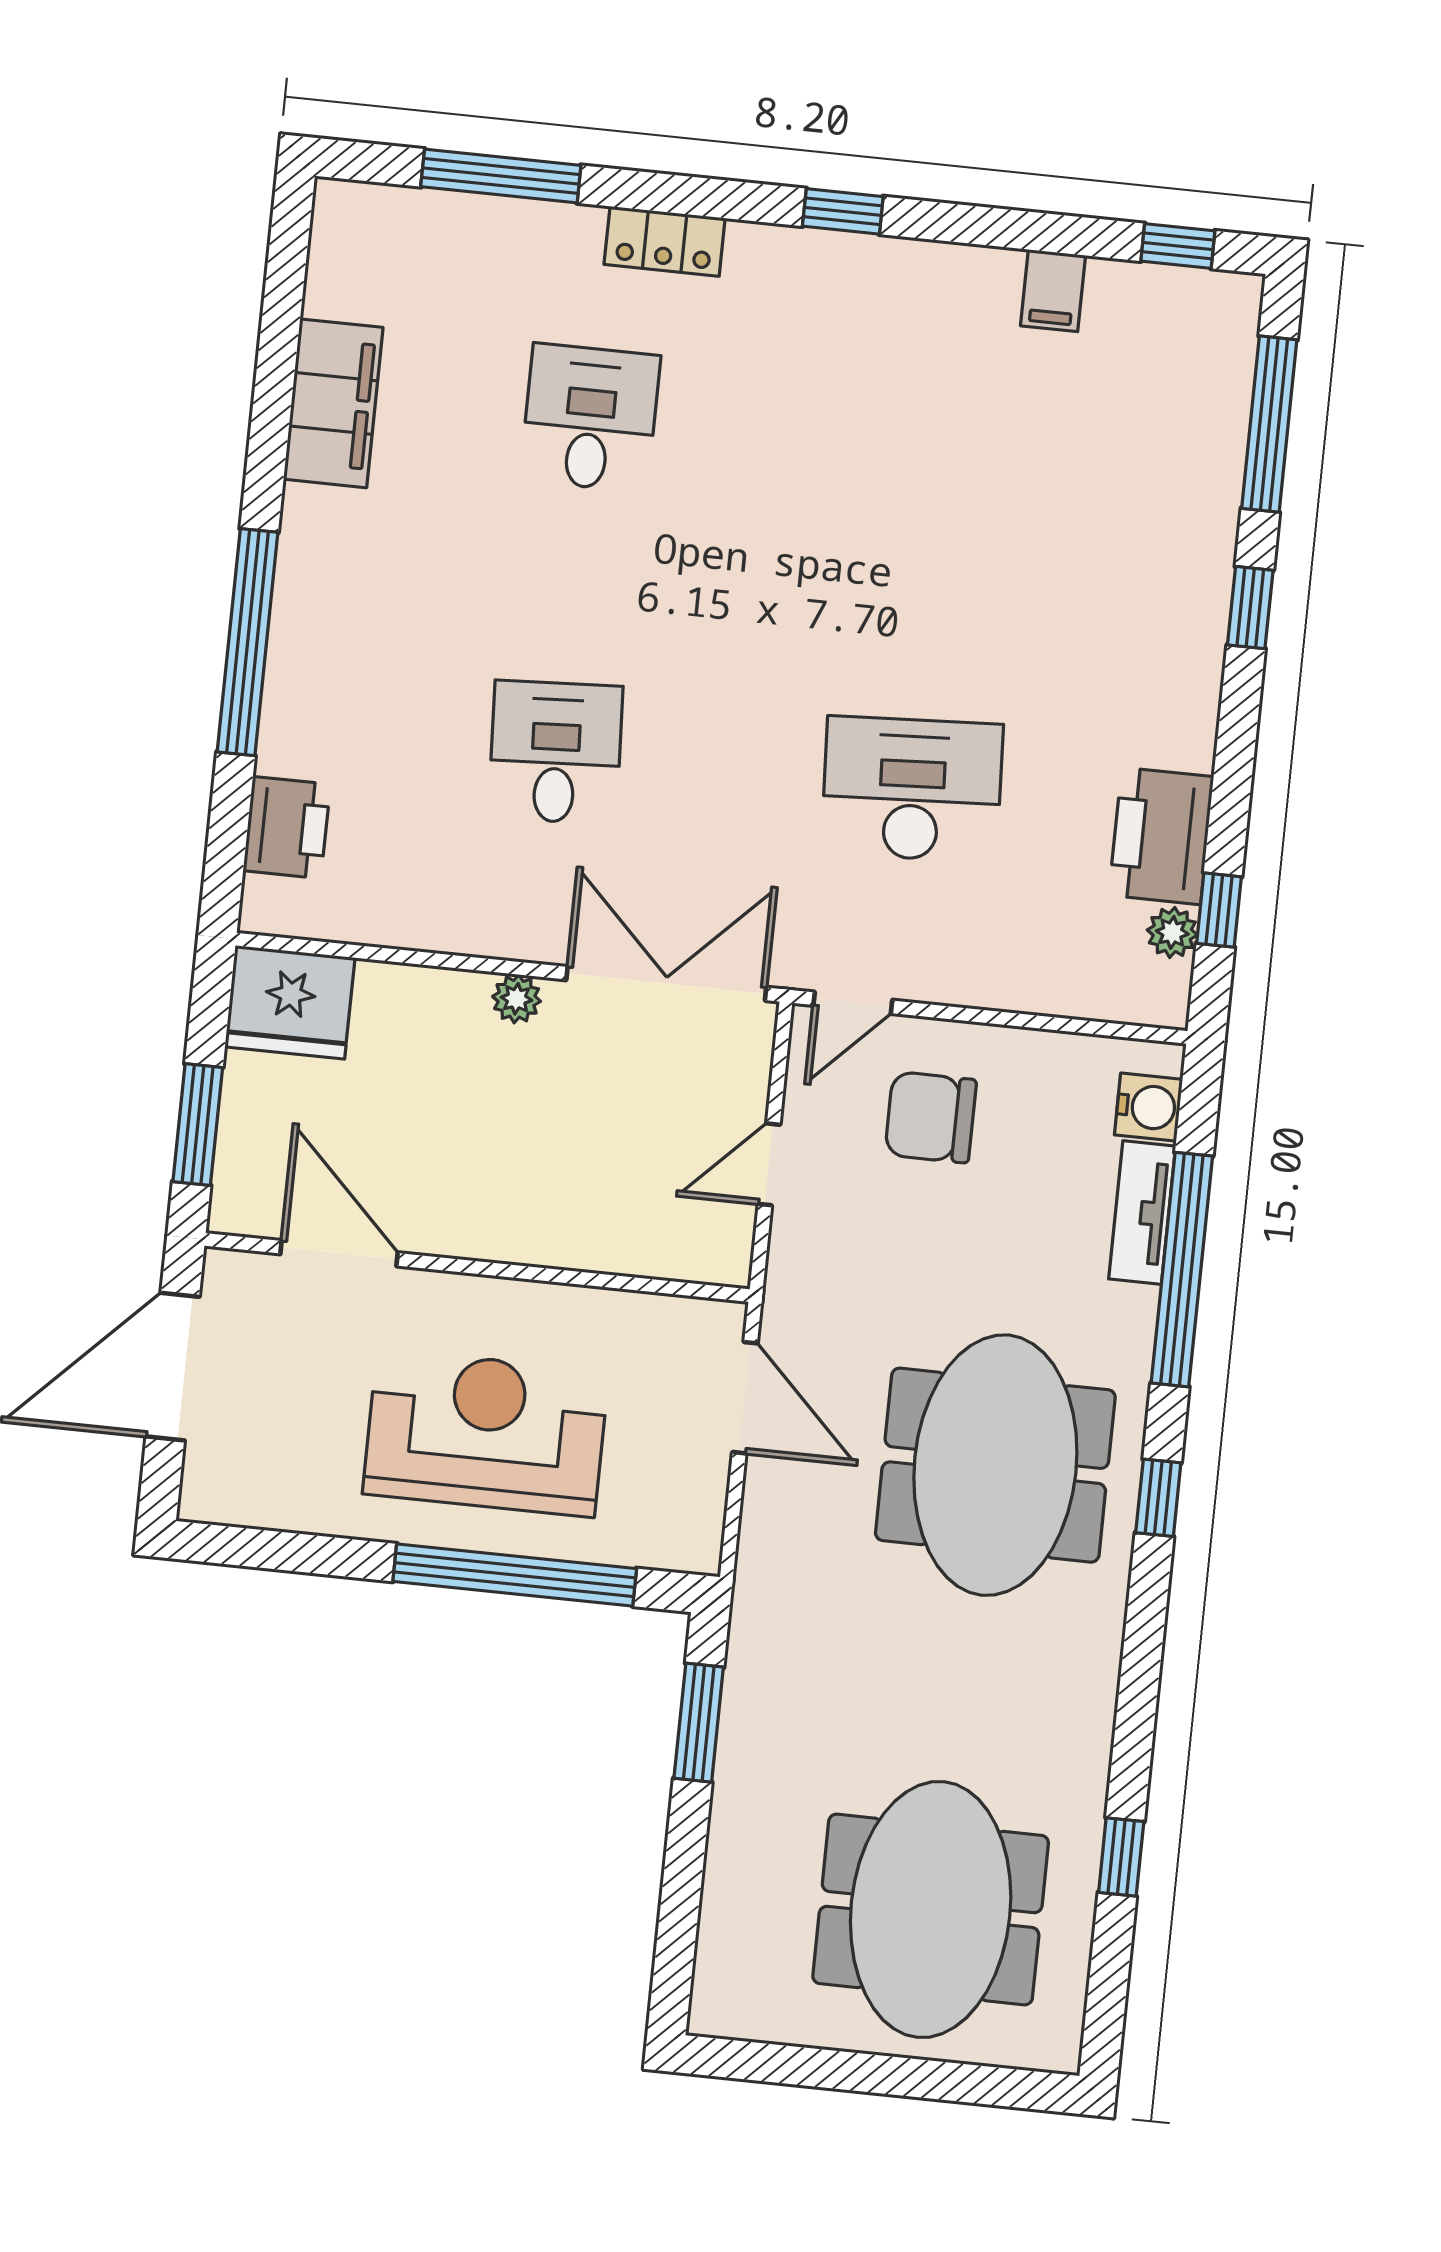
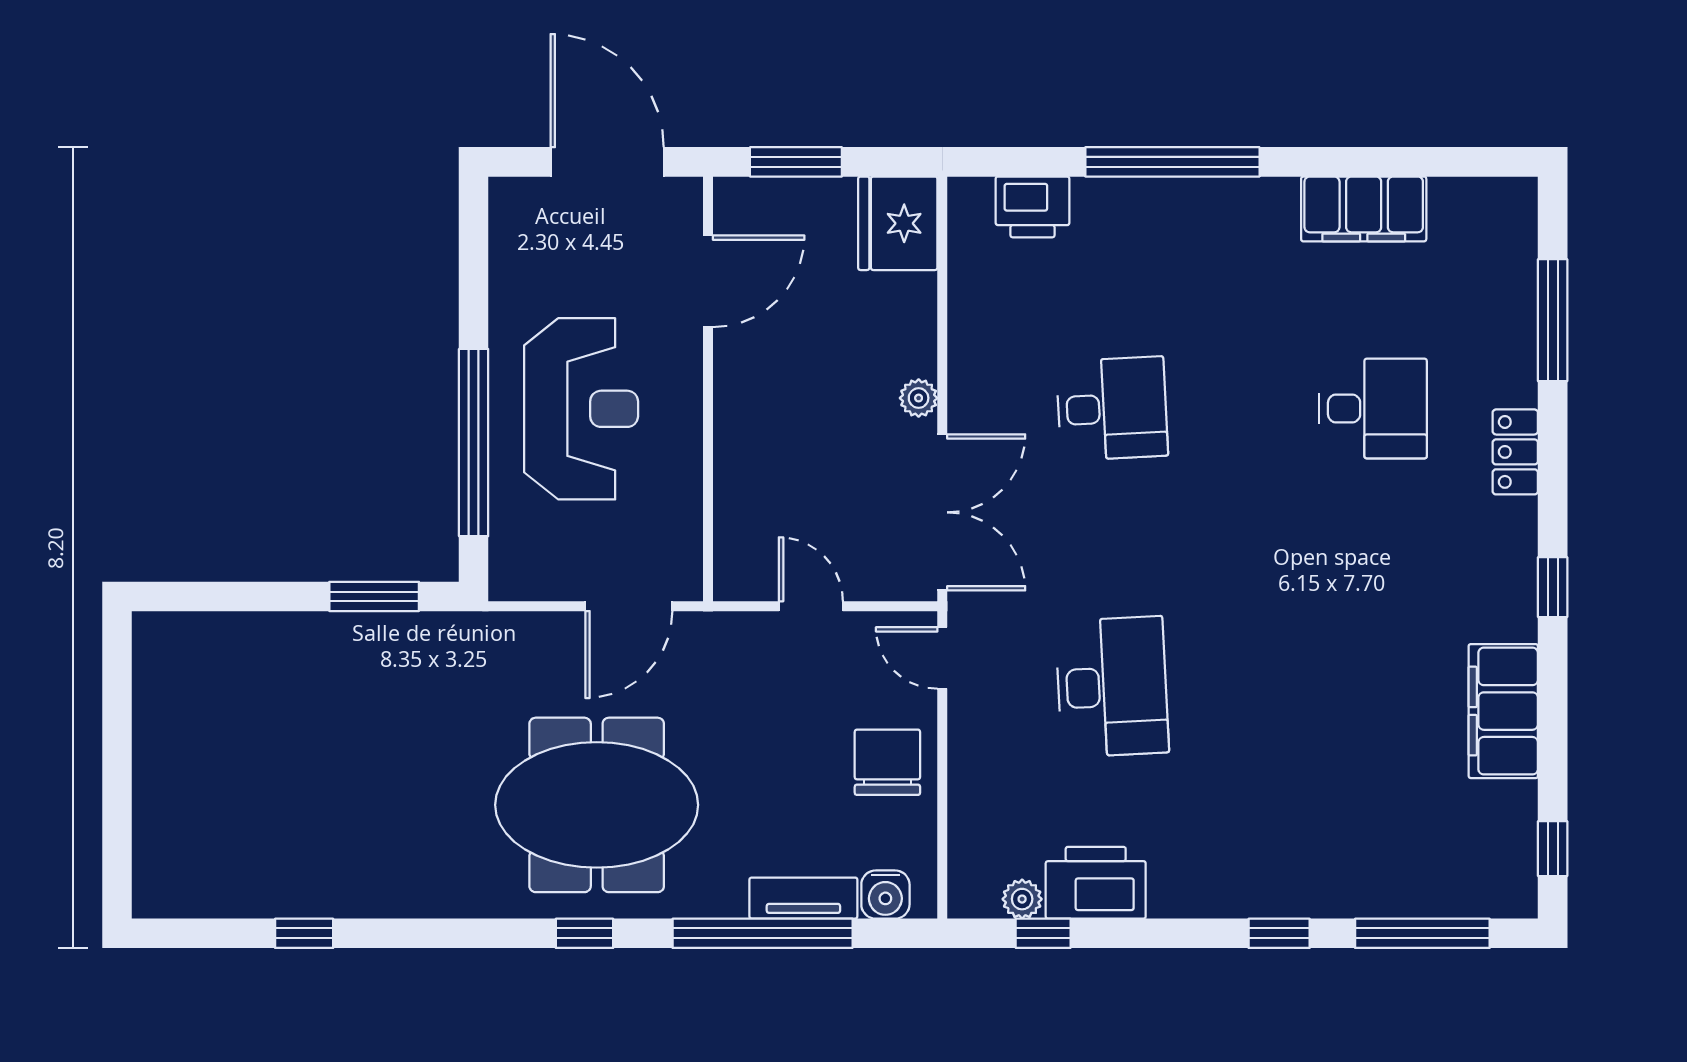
filing cabinet: (1053, 291) -> (1503, 711), width x3.00, depth x1.17
chair: (931, 1117) -> (887, 762), moved
meeting table: (931, 1909) -> (248, 790), removed

